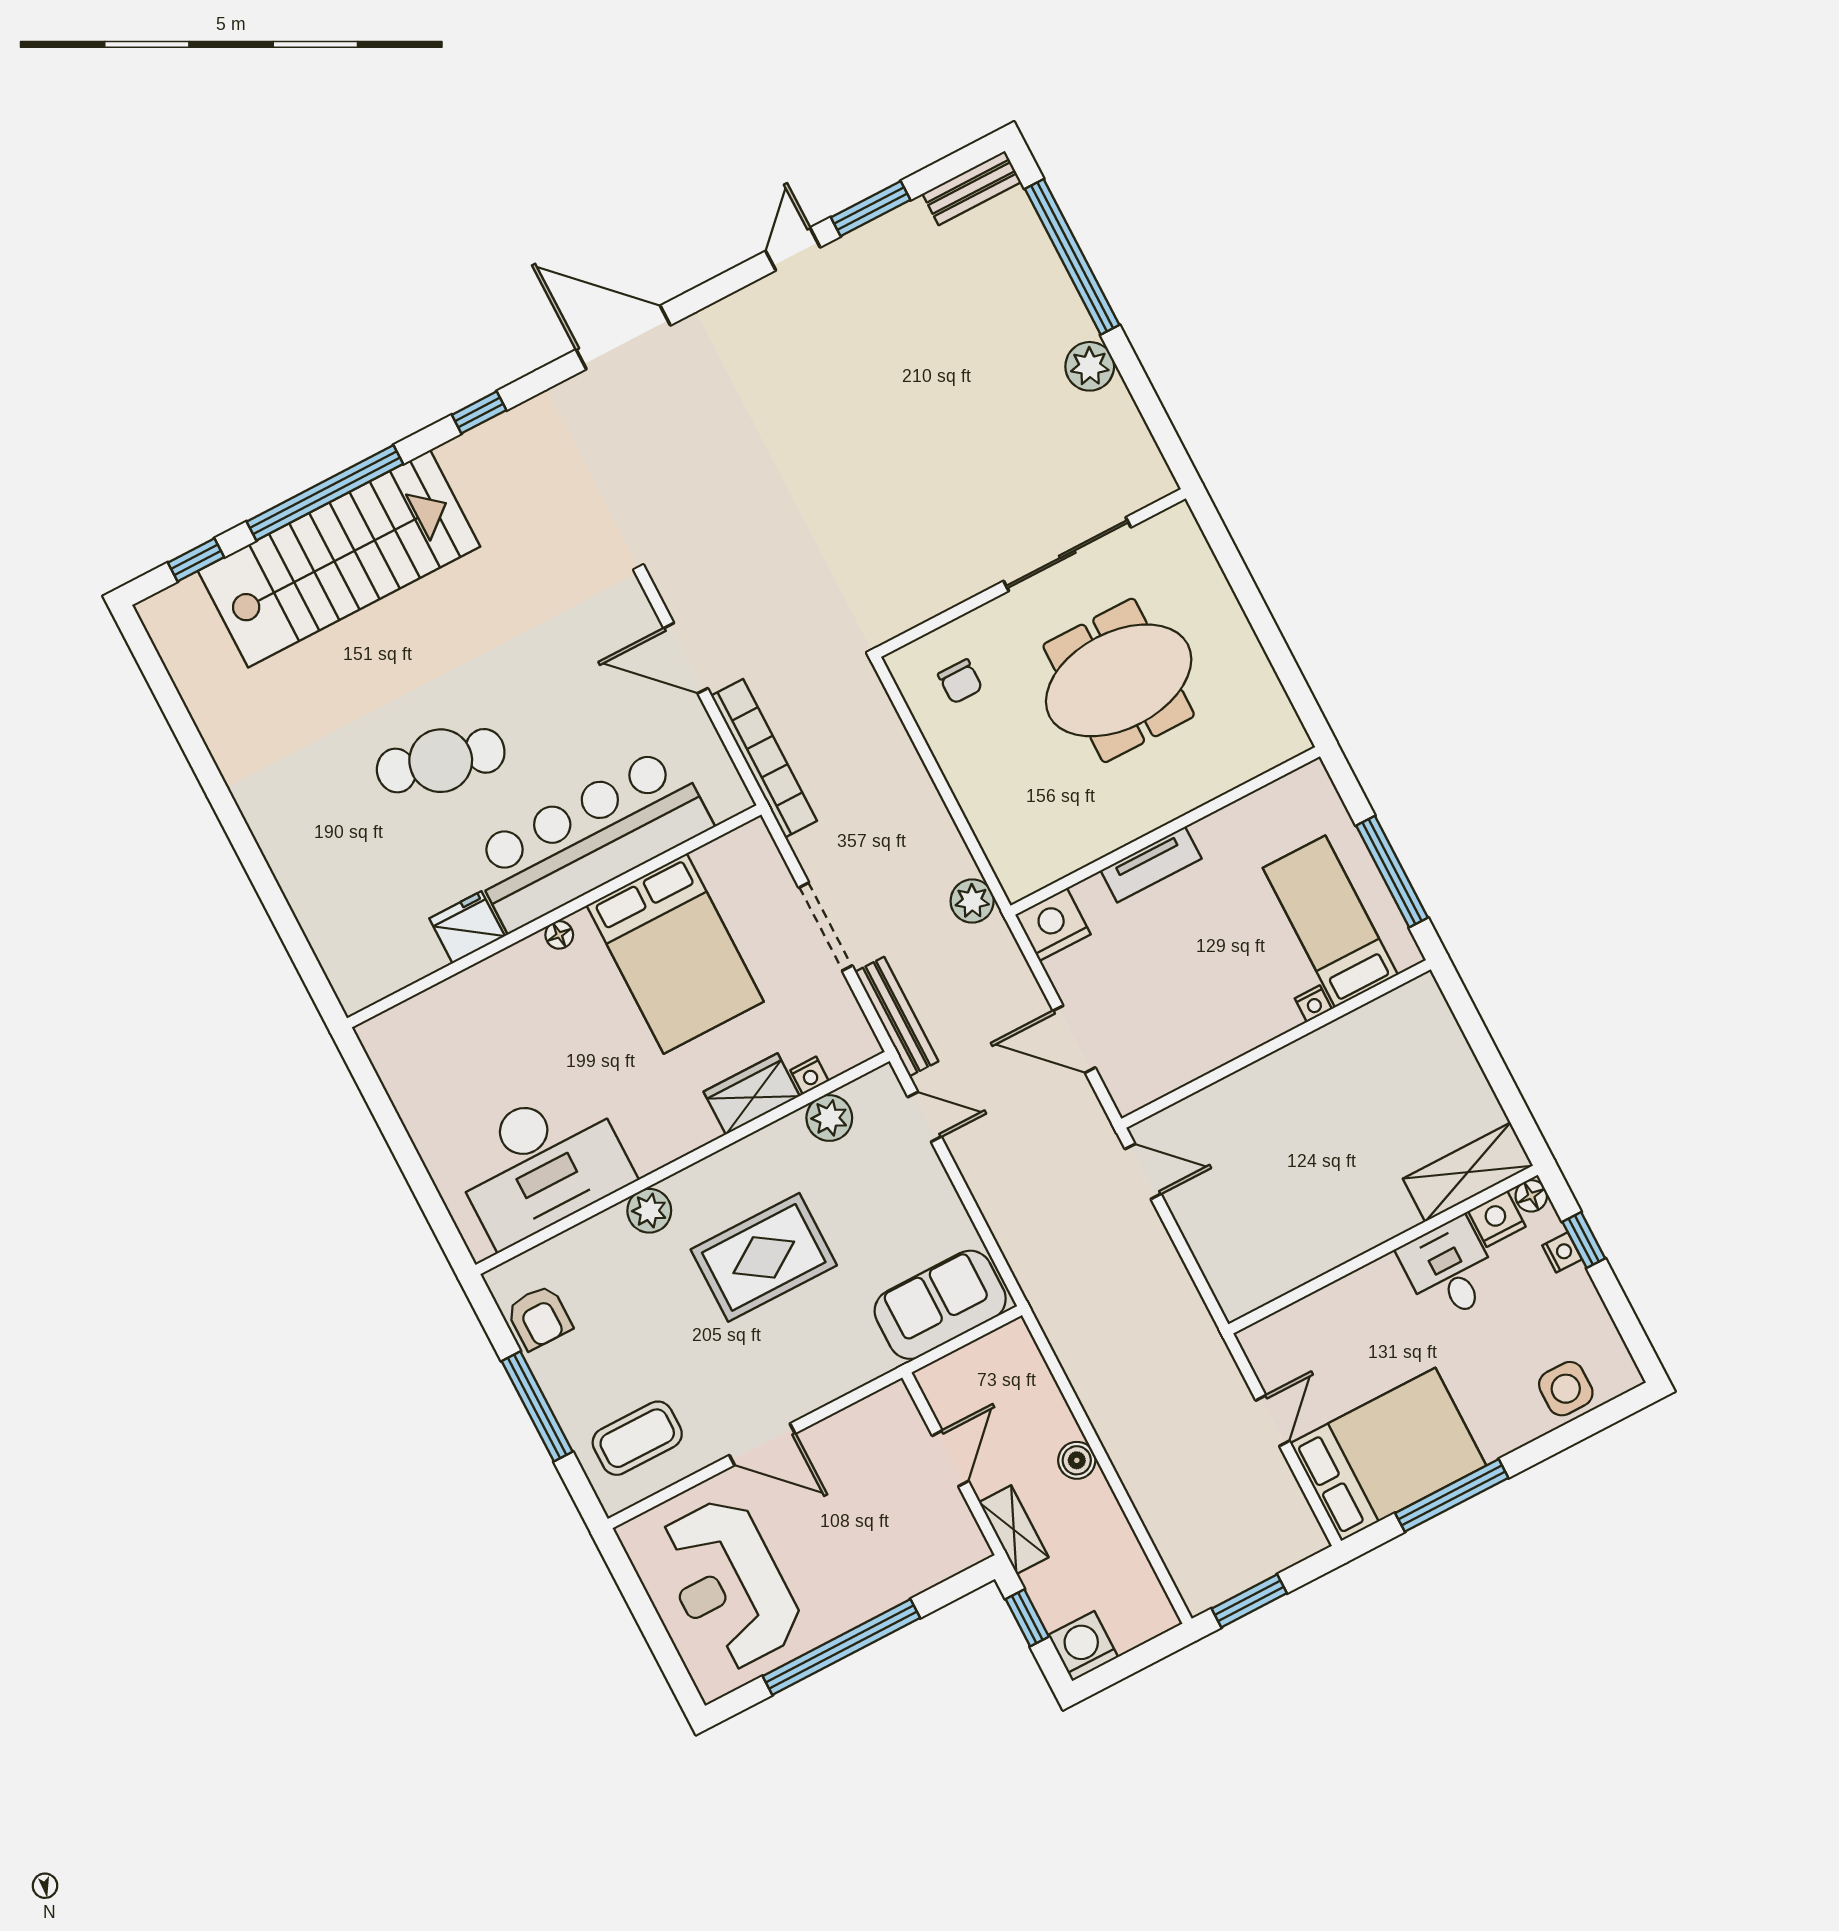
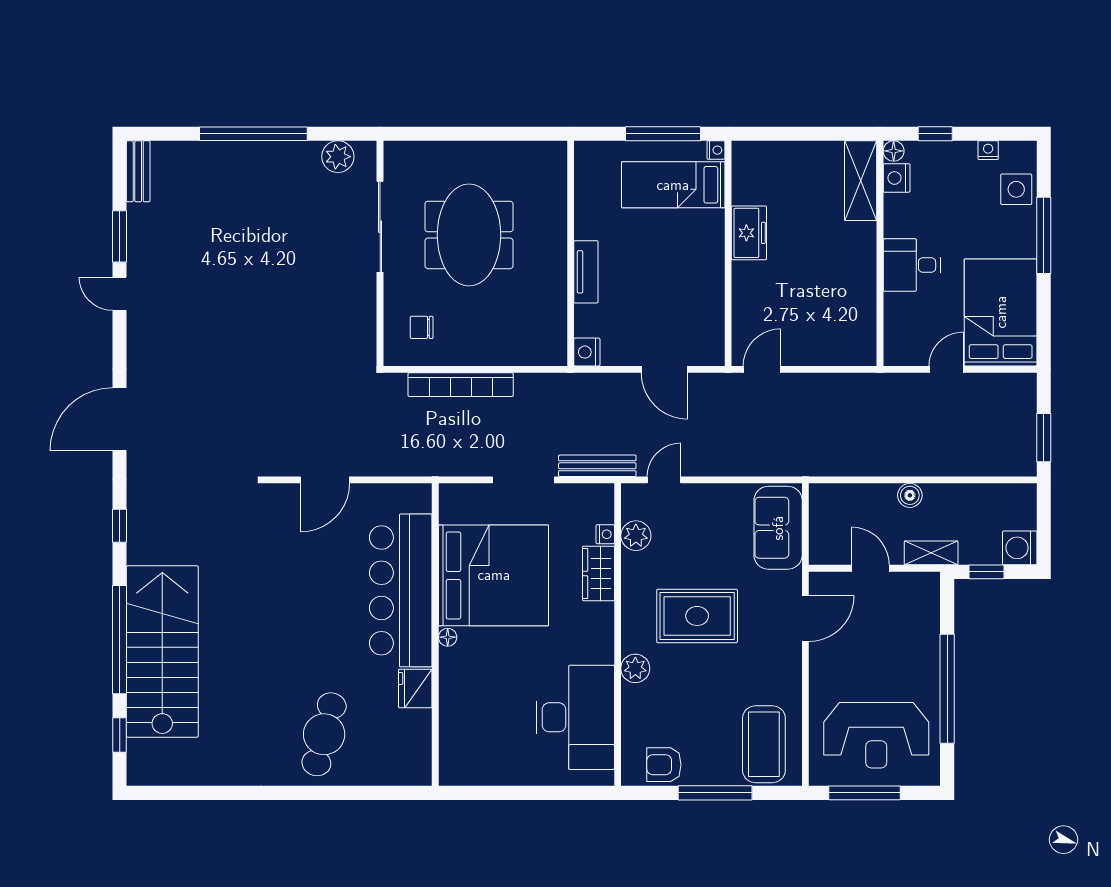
window: (1072, 257) -> (253, 134), moved
plant: (1090, 366) -> (338, 157), moved
chair: (960, 681) -> (422, 327), turned 180
bookcase: (764, 758) -> (461, 385), moved, turned 180
cafe table: (441, 761) -> (324, 734), moved
plant: (972, 901) -> (553, 387), removed
nightstand: (1053, 925) -> (587, 352), width x0.74, depth x0.75
bed: (675, 953) -> (494, 575), width x1.36
nightstand: (1313, 1004) -> (716, 150), moved
door: (1074, 1039) -> (664, 369), hinge flipped
freezer: (1319, 1058) -> (749, 233), added
nightstand: (1562, 1252) -> (988, 150), moved
rug: (764, 1257) -> (697, 616), turned 90
desk: (1449, 1270) -> (912, 265), moved
armchair: (539, 1317) -> (664, 765), turned 180
door: (1273, 1421) -> (946, 369), hinge flipped
coffee table: (637, 1438) -> (764, 744), width x1.36, depth x1.32
door: (762, 1444) -> (805, 619), moved
window: (1452, 1495) -> (1044, 235), moved
window: (642, 1608) -> (864, 793), added

